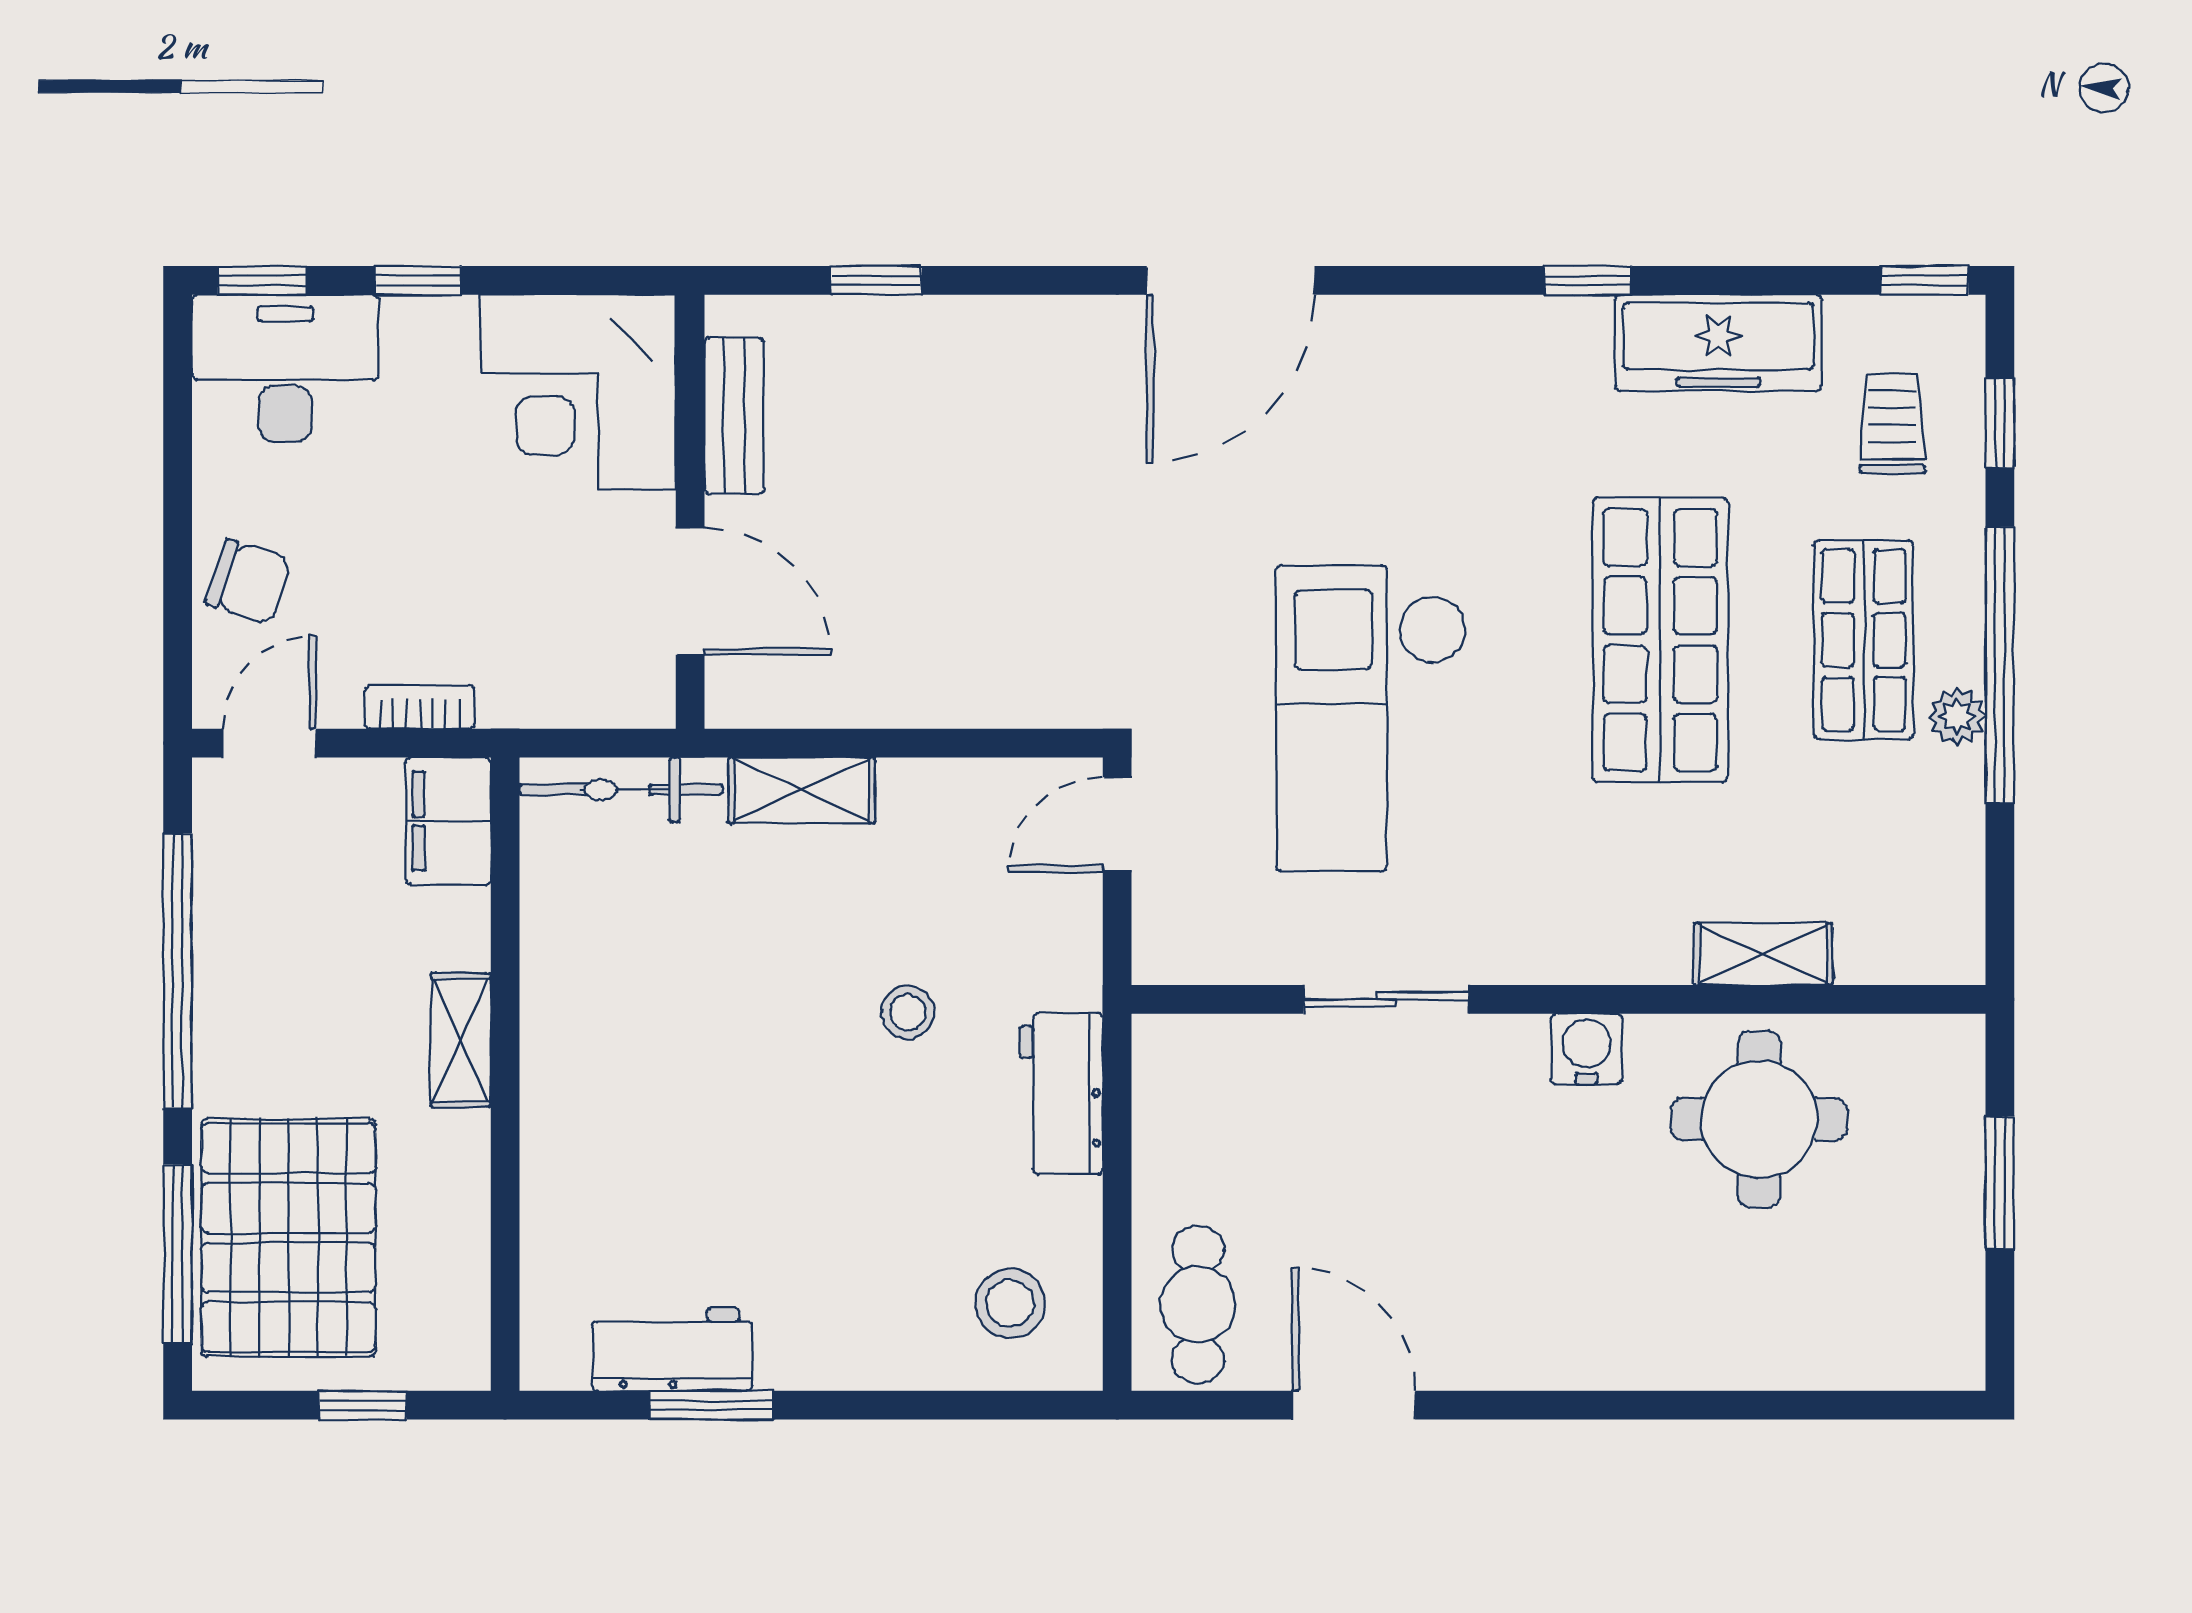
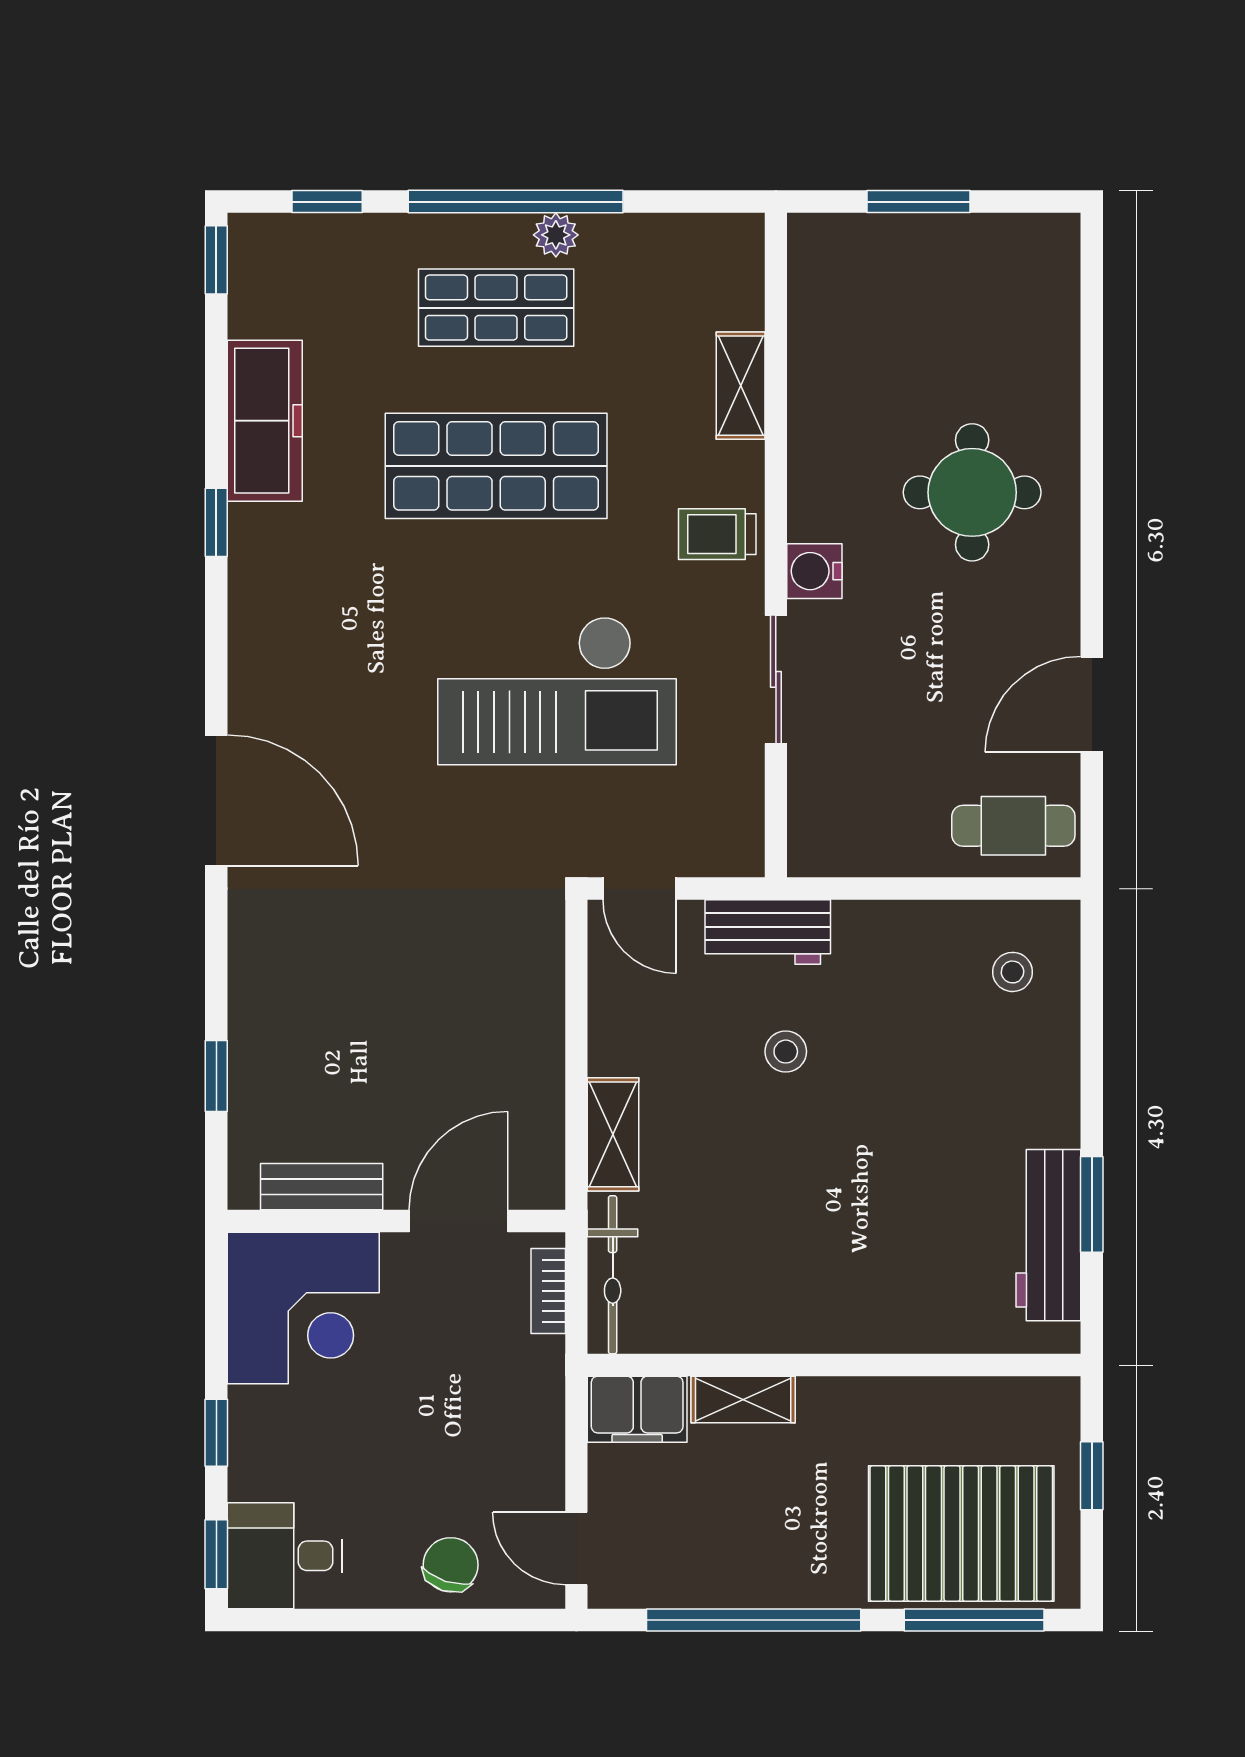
desk: (285, 368) -> (285, 1556), width x0.73
trolley: (1892, 424) -> (717, 534), moved
bookcase: (420, 707) -> (548, 1291), moved
shelving: (461, 1040) -> (743, 1400), moved
water cooler: (1586, 1049) -> (814, 571), moved
workbench: (1061, 1094) -> (768, 932), moved
round table: (1759, 1119) -> (972, 492), moved
stool: (1010, 1303) -> (1012, 972), width x0.73, depth x0.73
workbench: (672, 1350) -> (1048, 1235), width x1.38

